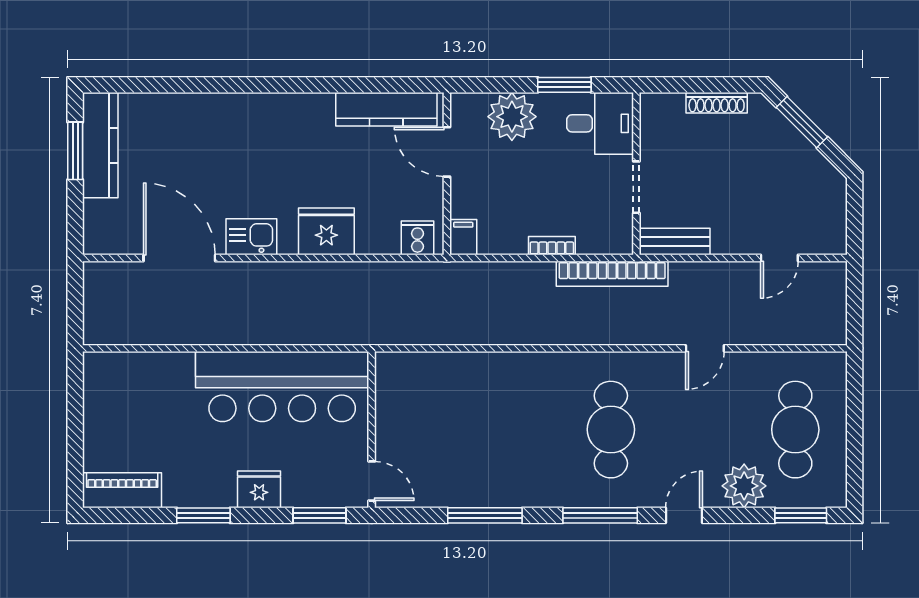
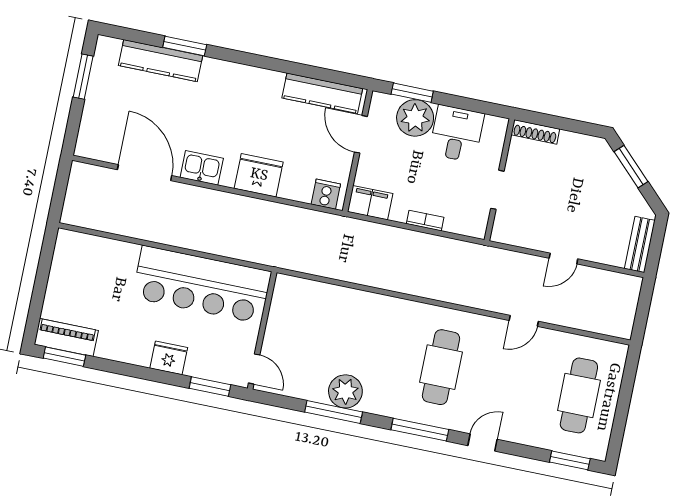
window: (197, 85) -> (185, 46), added
window: (564, 85) -> (412, 93), moved
shoe rack: (717, 103) -> (535, 132), moved
desk: (600, 123) -> (457, 134), moved, turned -90
kitchen counter: (100, 145) -> (160, 61), moved, turned 90
filing cabinet: (463, 237) -> (370, 203), width x2.00
bench: (675, 242) -> (640, 244), moved, turned 90
door: (779, 258) -> (563, 259), moved
bookcase: (612, 274) -> (466, 251), removed
plant: (744, 486) -> (345, 391), moved
window: (203, 515) -> (64, 357), moved

